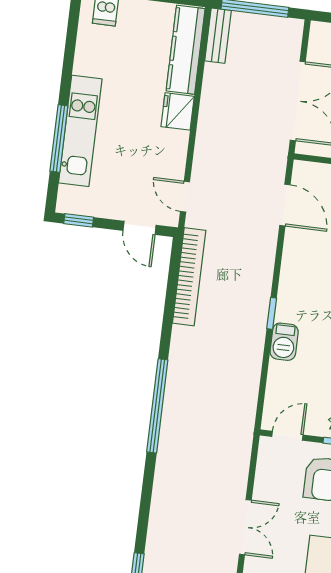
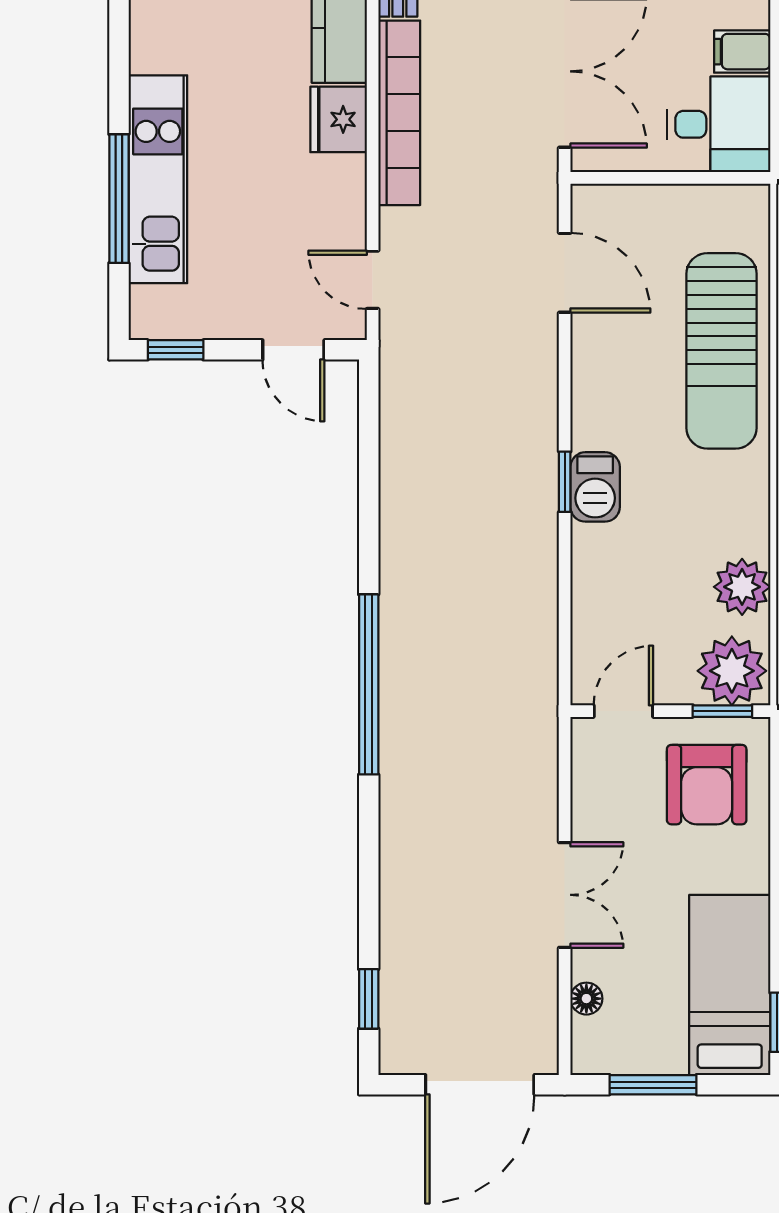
bookcase: (189, 277) -> (399, 113), moved
barbecue: (284, 342) -> (595, 487), moved

